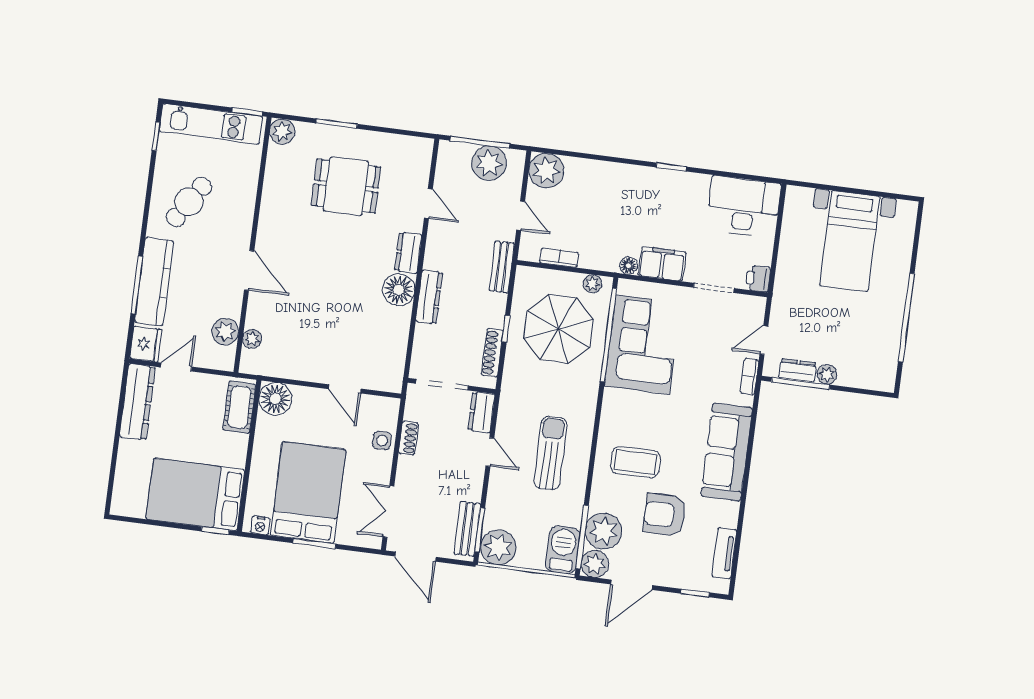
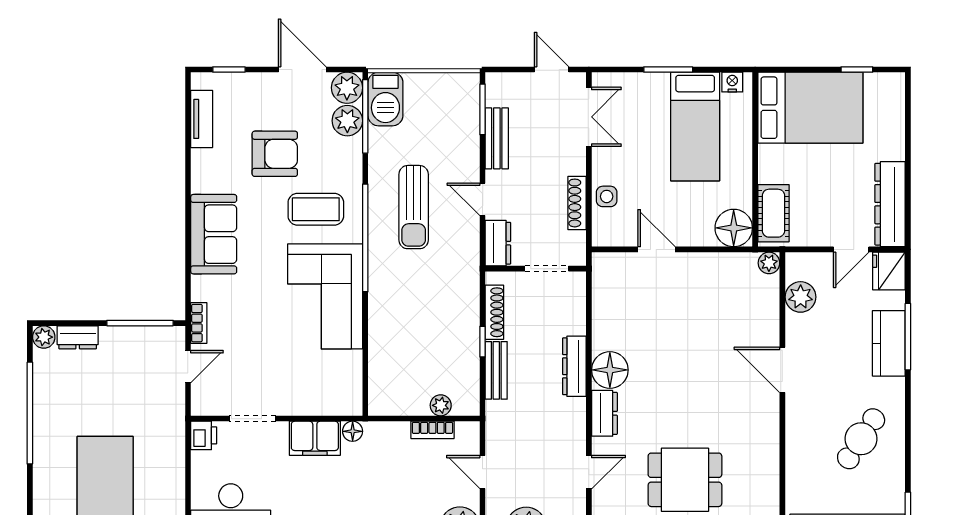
door: (428, 204) -> (589, 472), swing flipped
bench: (502, 267) -> (496, 370), moved
kitchen counter: (154, 281) -> (889, 343), width x0.67
plant: (592, 284) -> (441, 405), moved
parasol: (558, 329) -> (423, 349), removed
window: (608, 335) -> (365, 238), moved
plant: (252, 339) -> (769, 263), moved
corner sofa: (643, 345) -> (325, 296), moved
dresser: (798, 370) -> (78, 337), moved
plant: (827, 374) -> (44, 337), moved
doorway: (442, 385) -> (547, 269), width x0.73
shoe rack: (408, 438) -> (577, 203), width x1.43
sofa: (727, 452) -> (214, 234), width x0.73
bed: (308, 492) -> (695, 127), width x0.67
bench: (467, 529) -> (497, 138), moved
window: (215, 531) -> (857, 69), moved
plant: (604, 531) -> (347, 121), width x0.73, depth x0.73
plant: (498, 547) -> (459, 92), removed
door: (415, 557) -> (552, 69), width x0.73
door: (631, 585) -> (302, 69), hinge flipped

